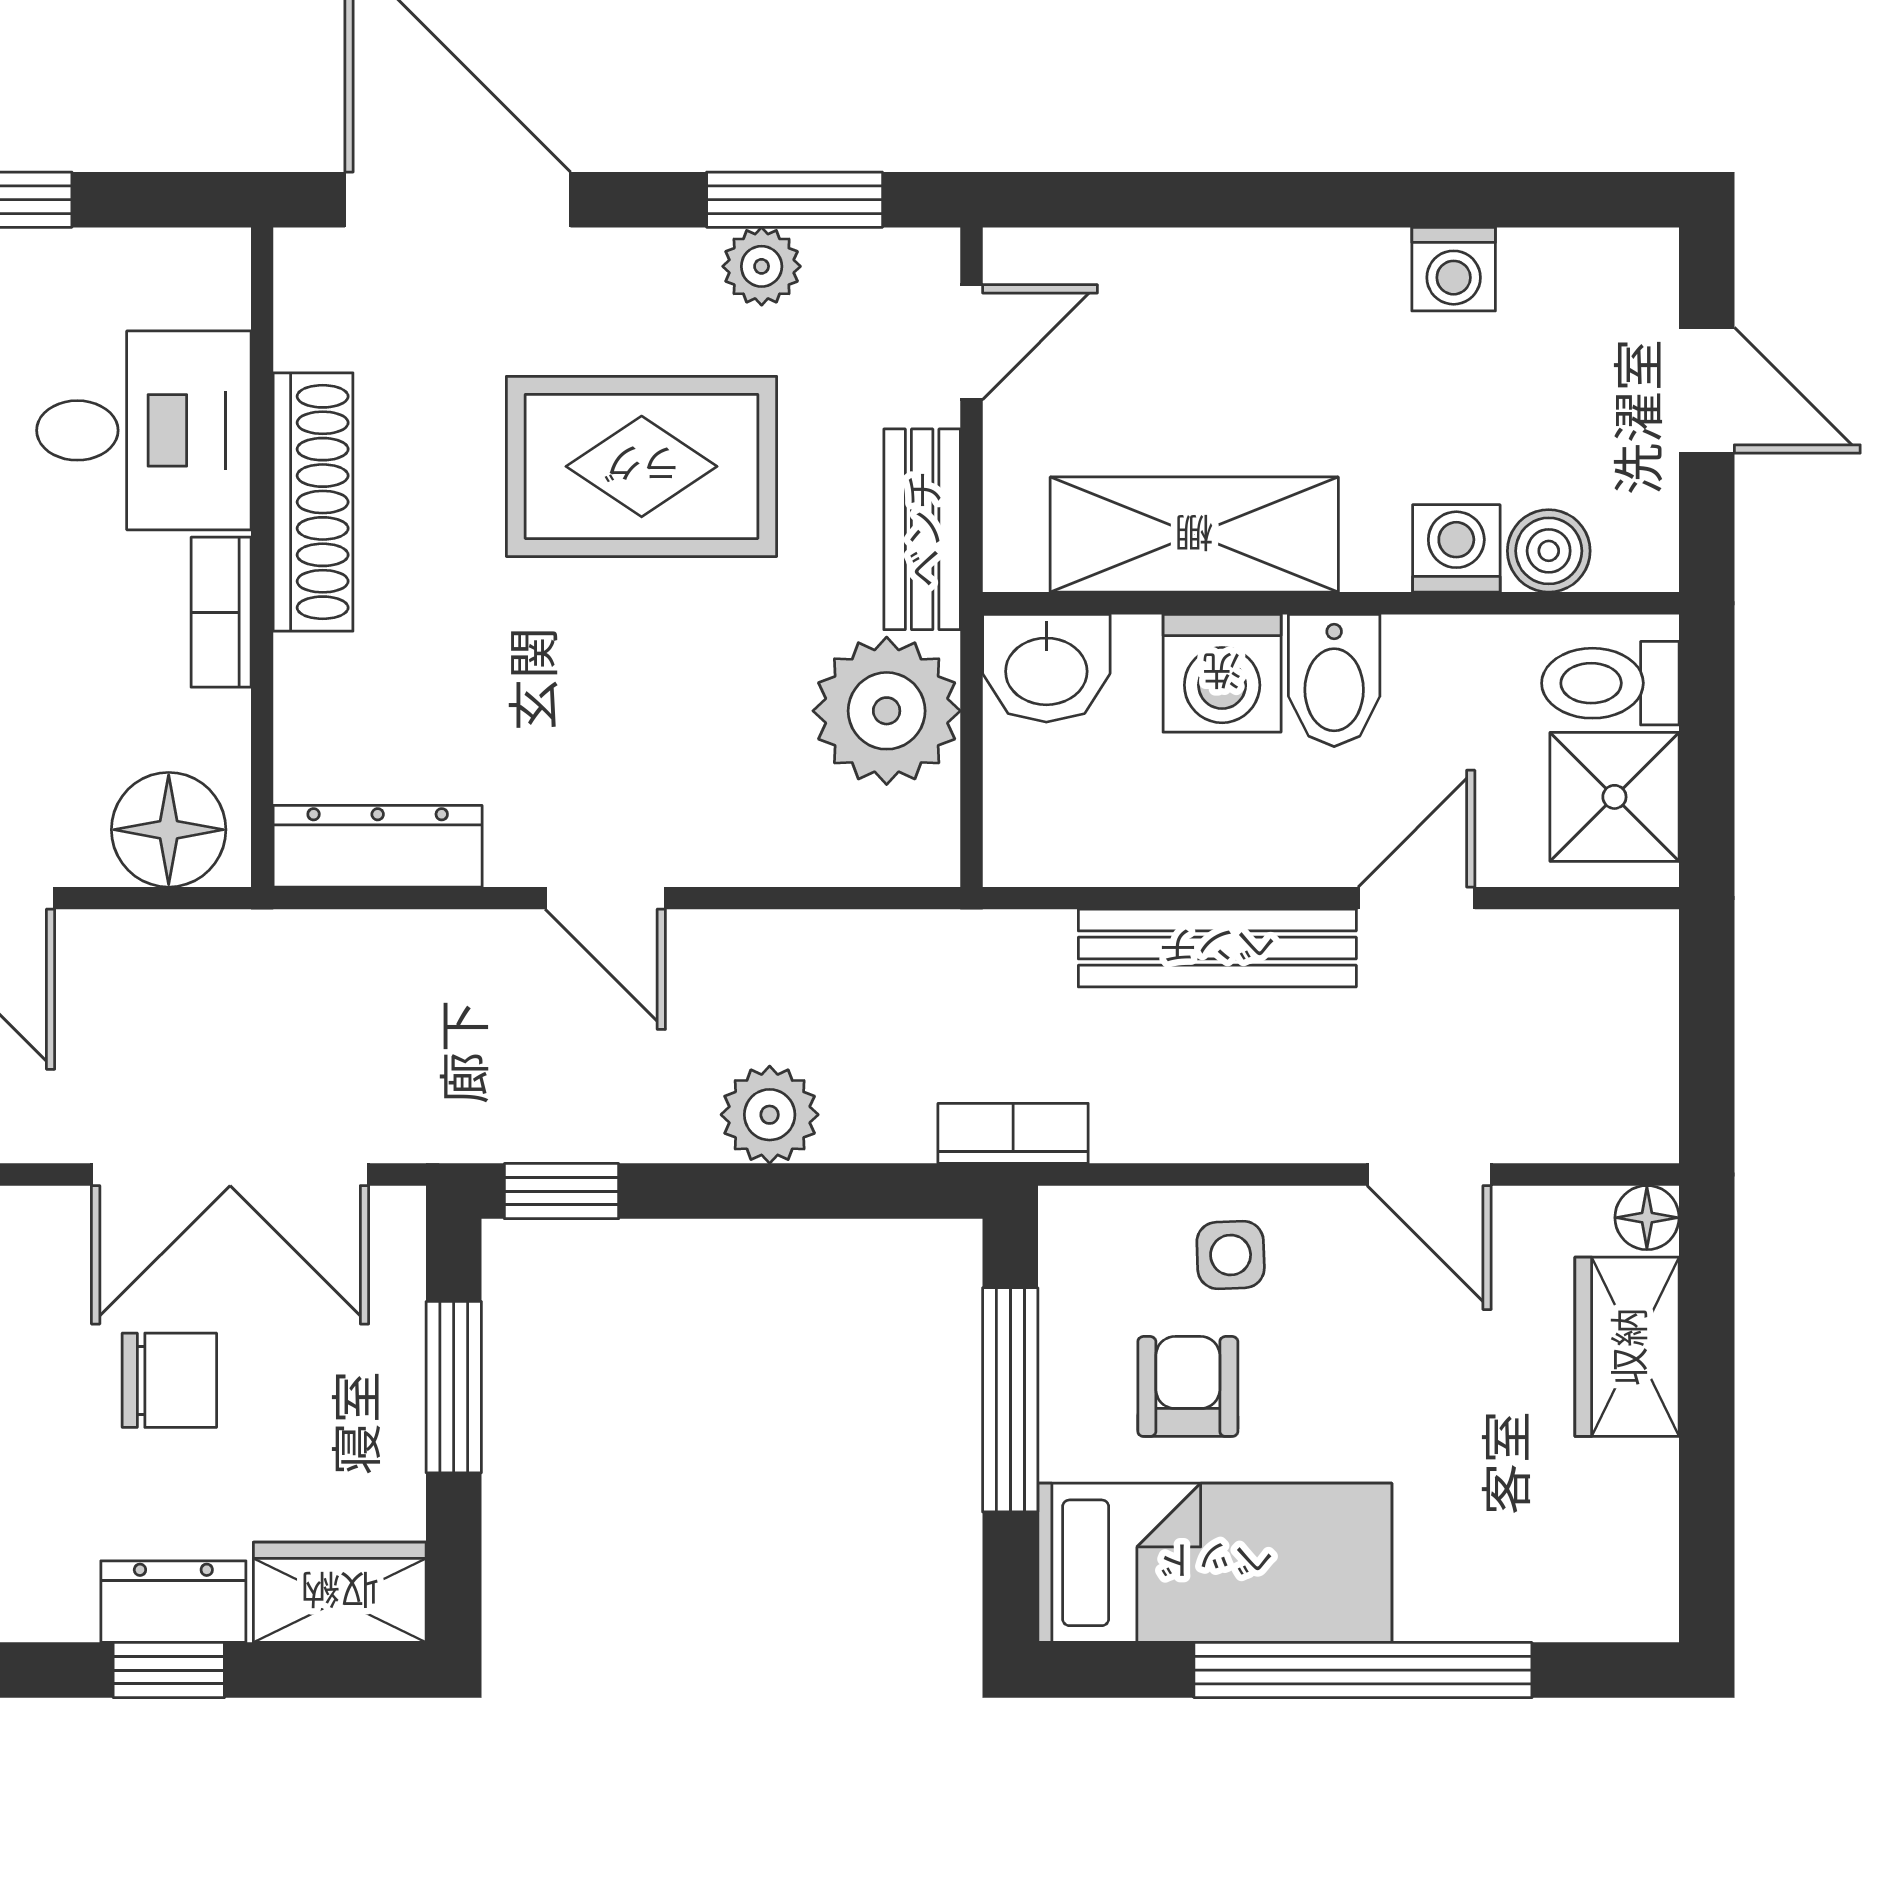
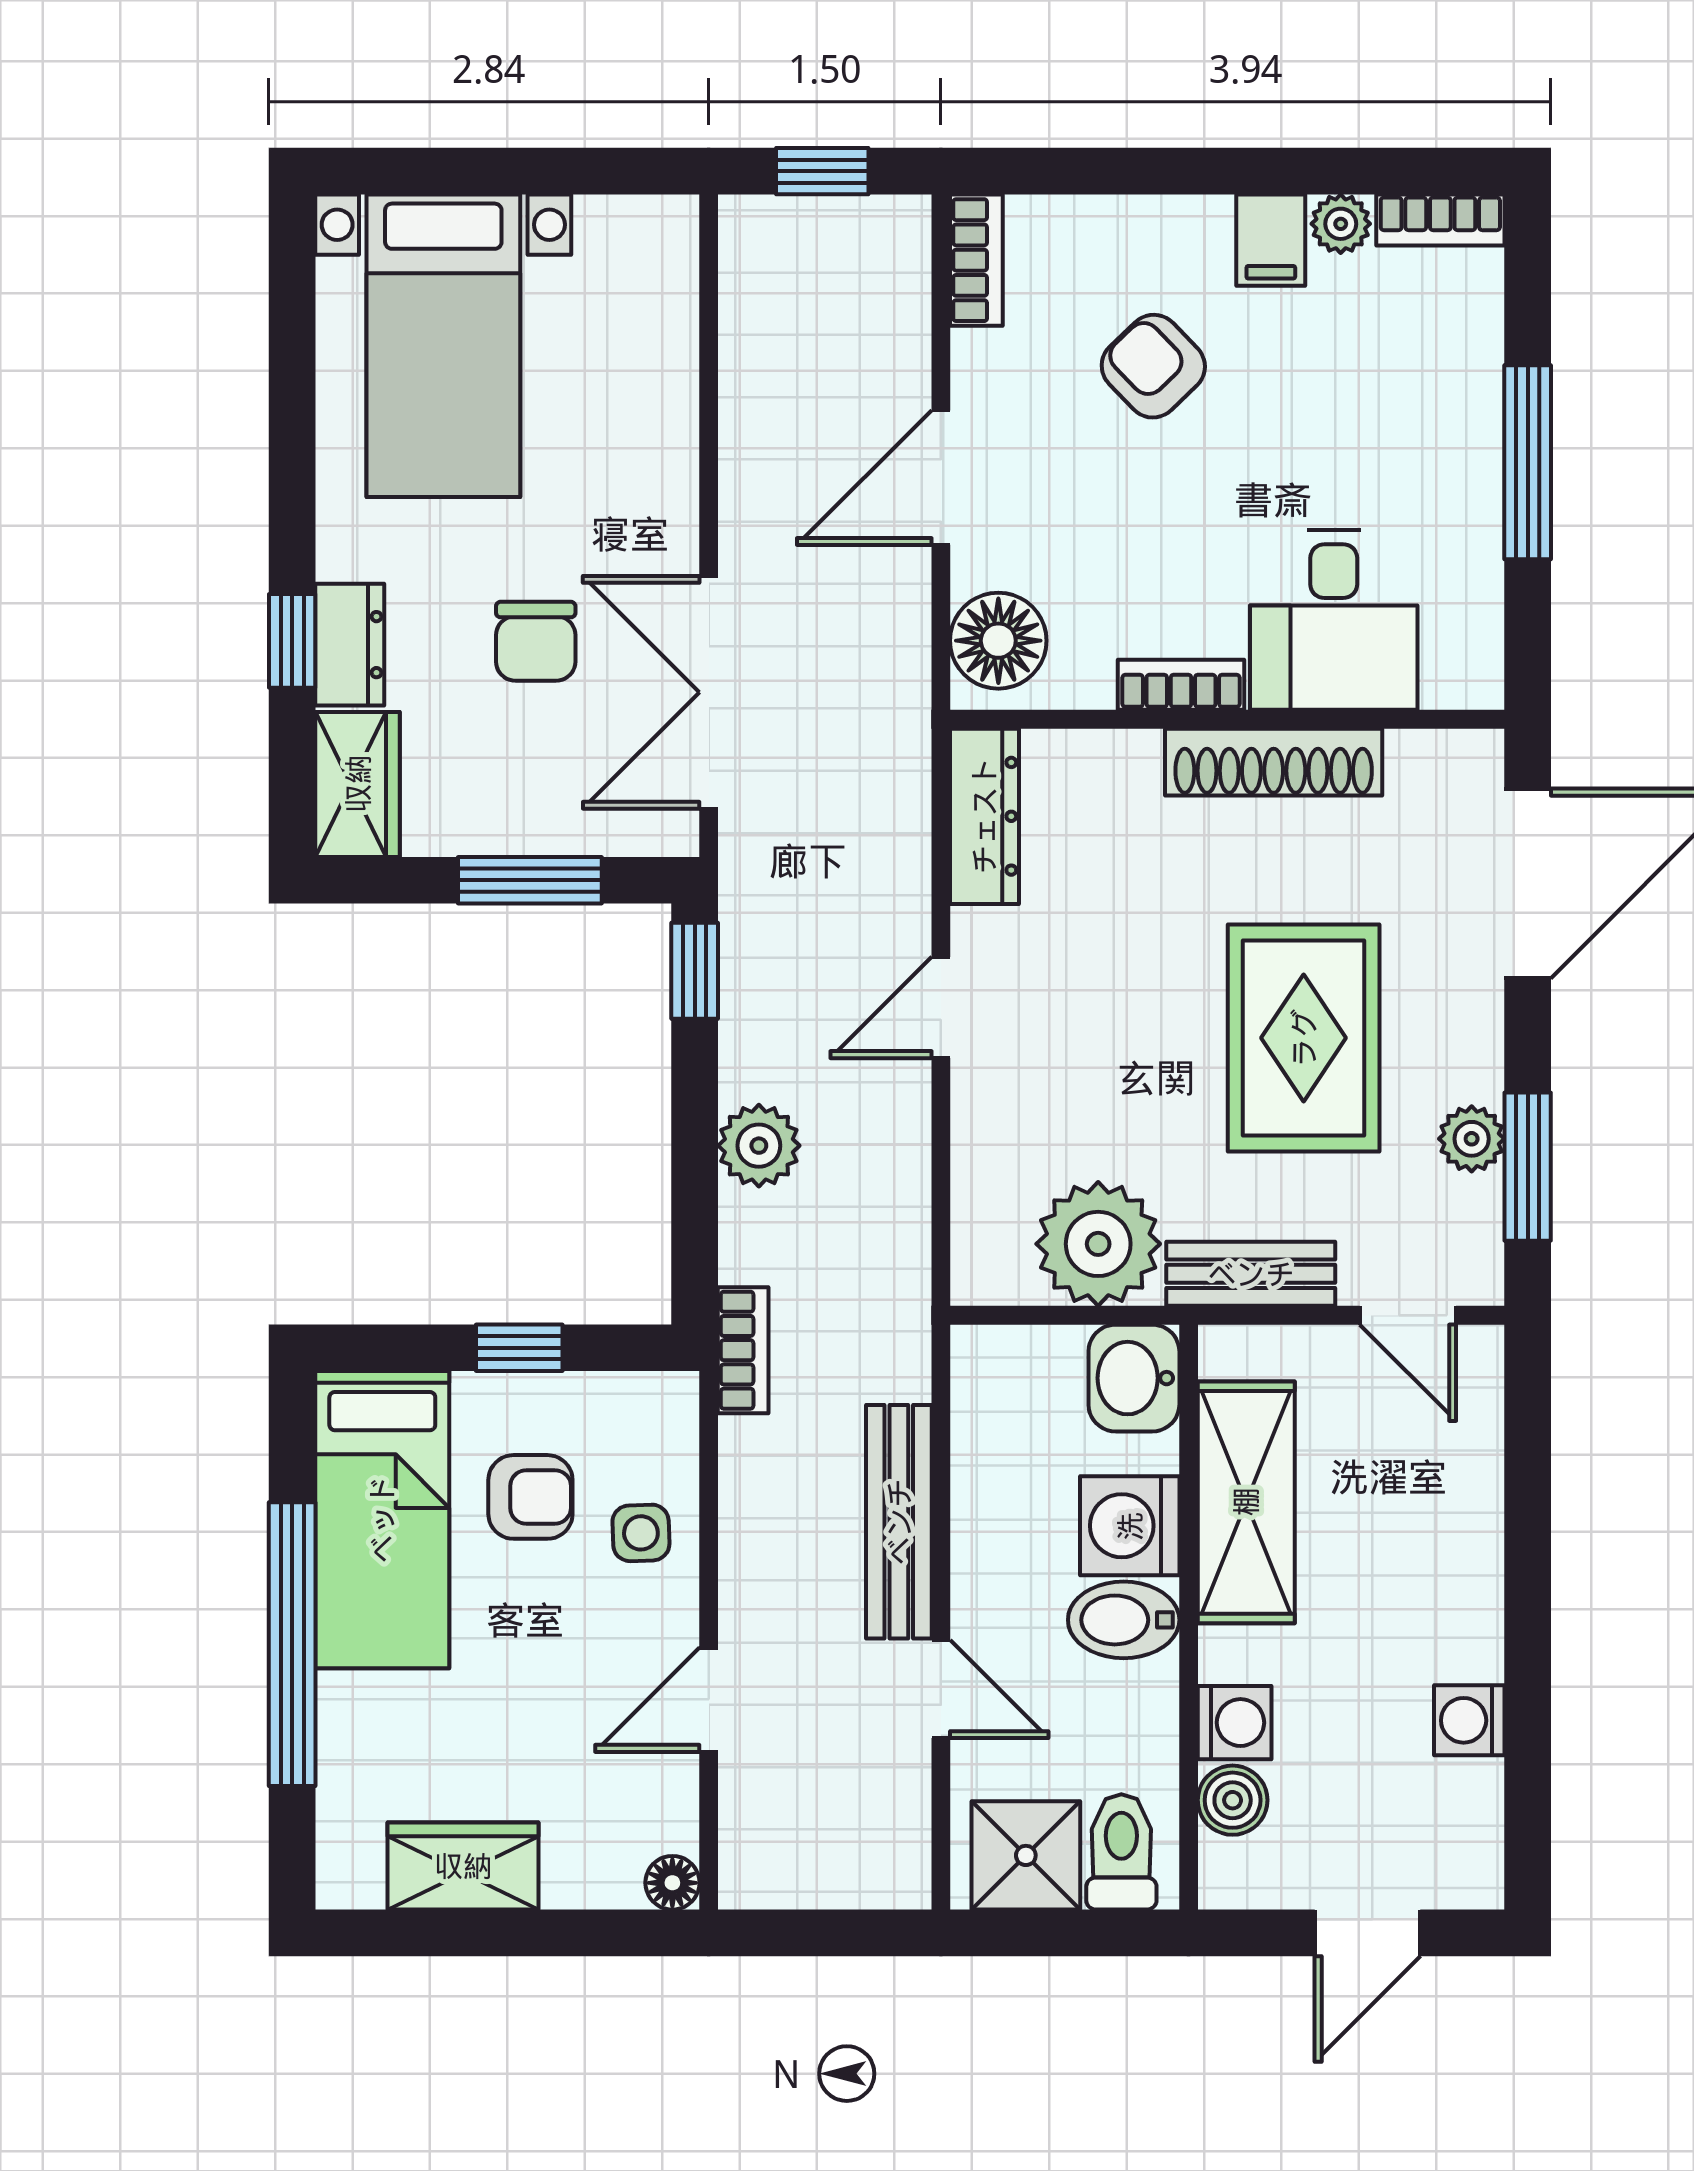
wardrobe: (1627, 1347) -> (463, 1866), moved
window: (1010, 1400) -> (519, 1348), width x0.46

